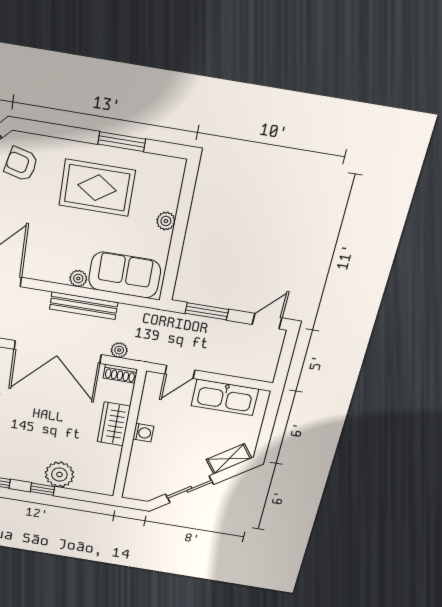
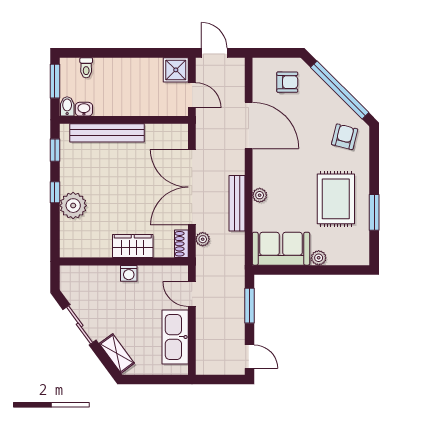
sofa: (125, 275) -> (281, 249), moved, turned -90

